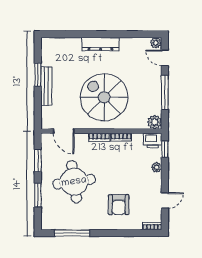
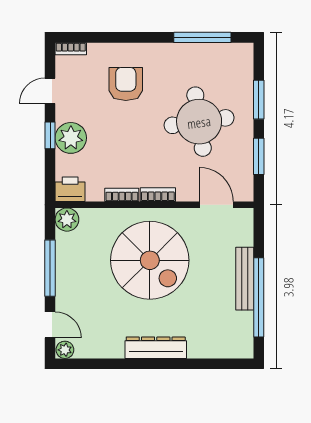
window: (38, 75) -> (259, 297), width x2.11
window: (165, 149) -> (50, 135), moved
plant: (157, 167) -> (71, 138), width x1.88, depth x1.88

